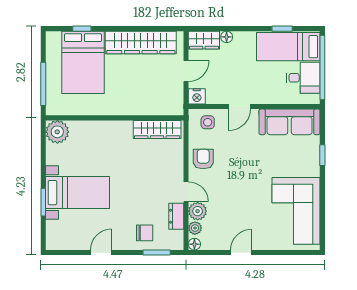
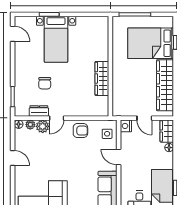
wardrobe: (157, 129) -> (102, 78), moved
plant: (57, 132) -> (100, 25), removed
chair: (145, 233) -> (45, 83), moved
door: (101, 253) -> (13, 34), moved

